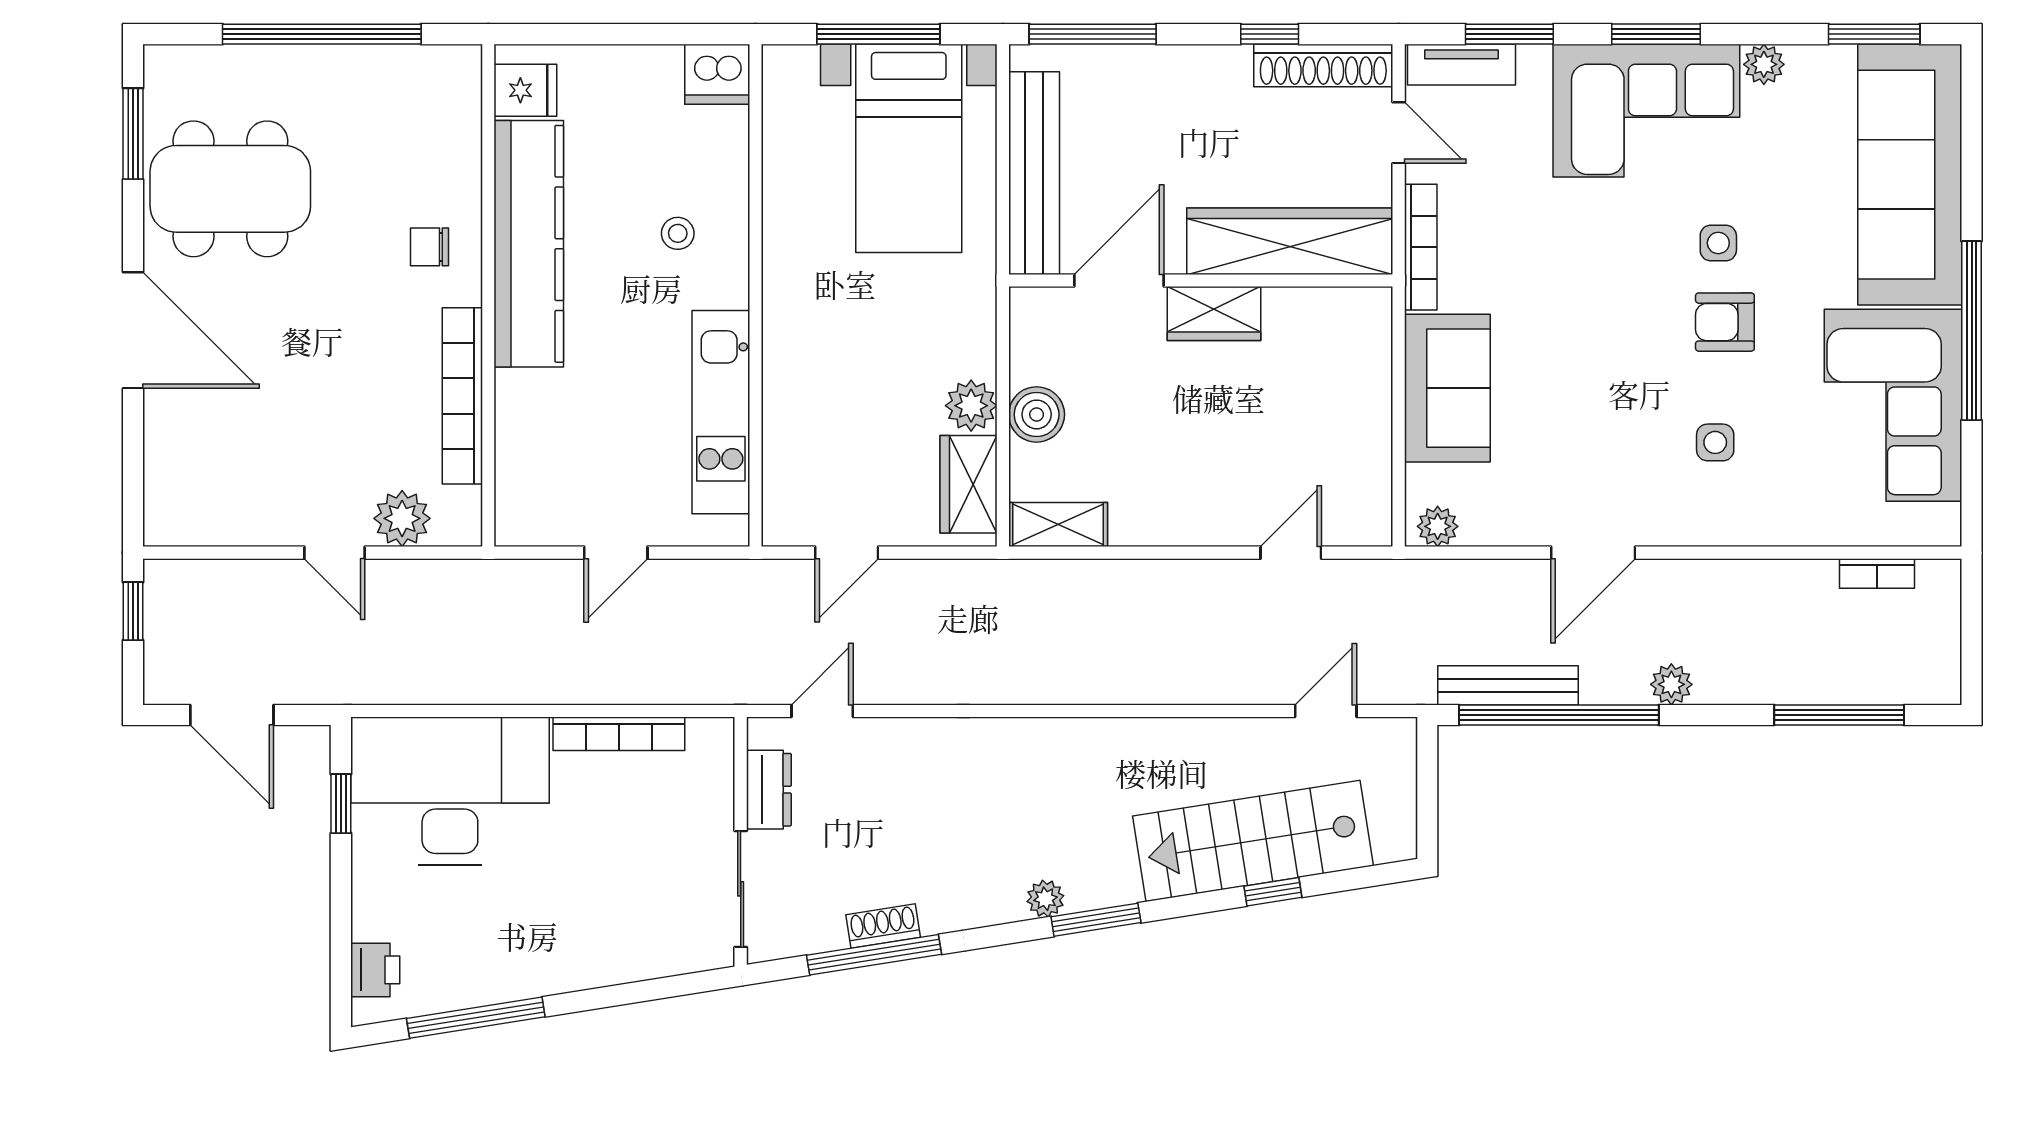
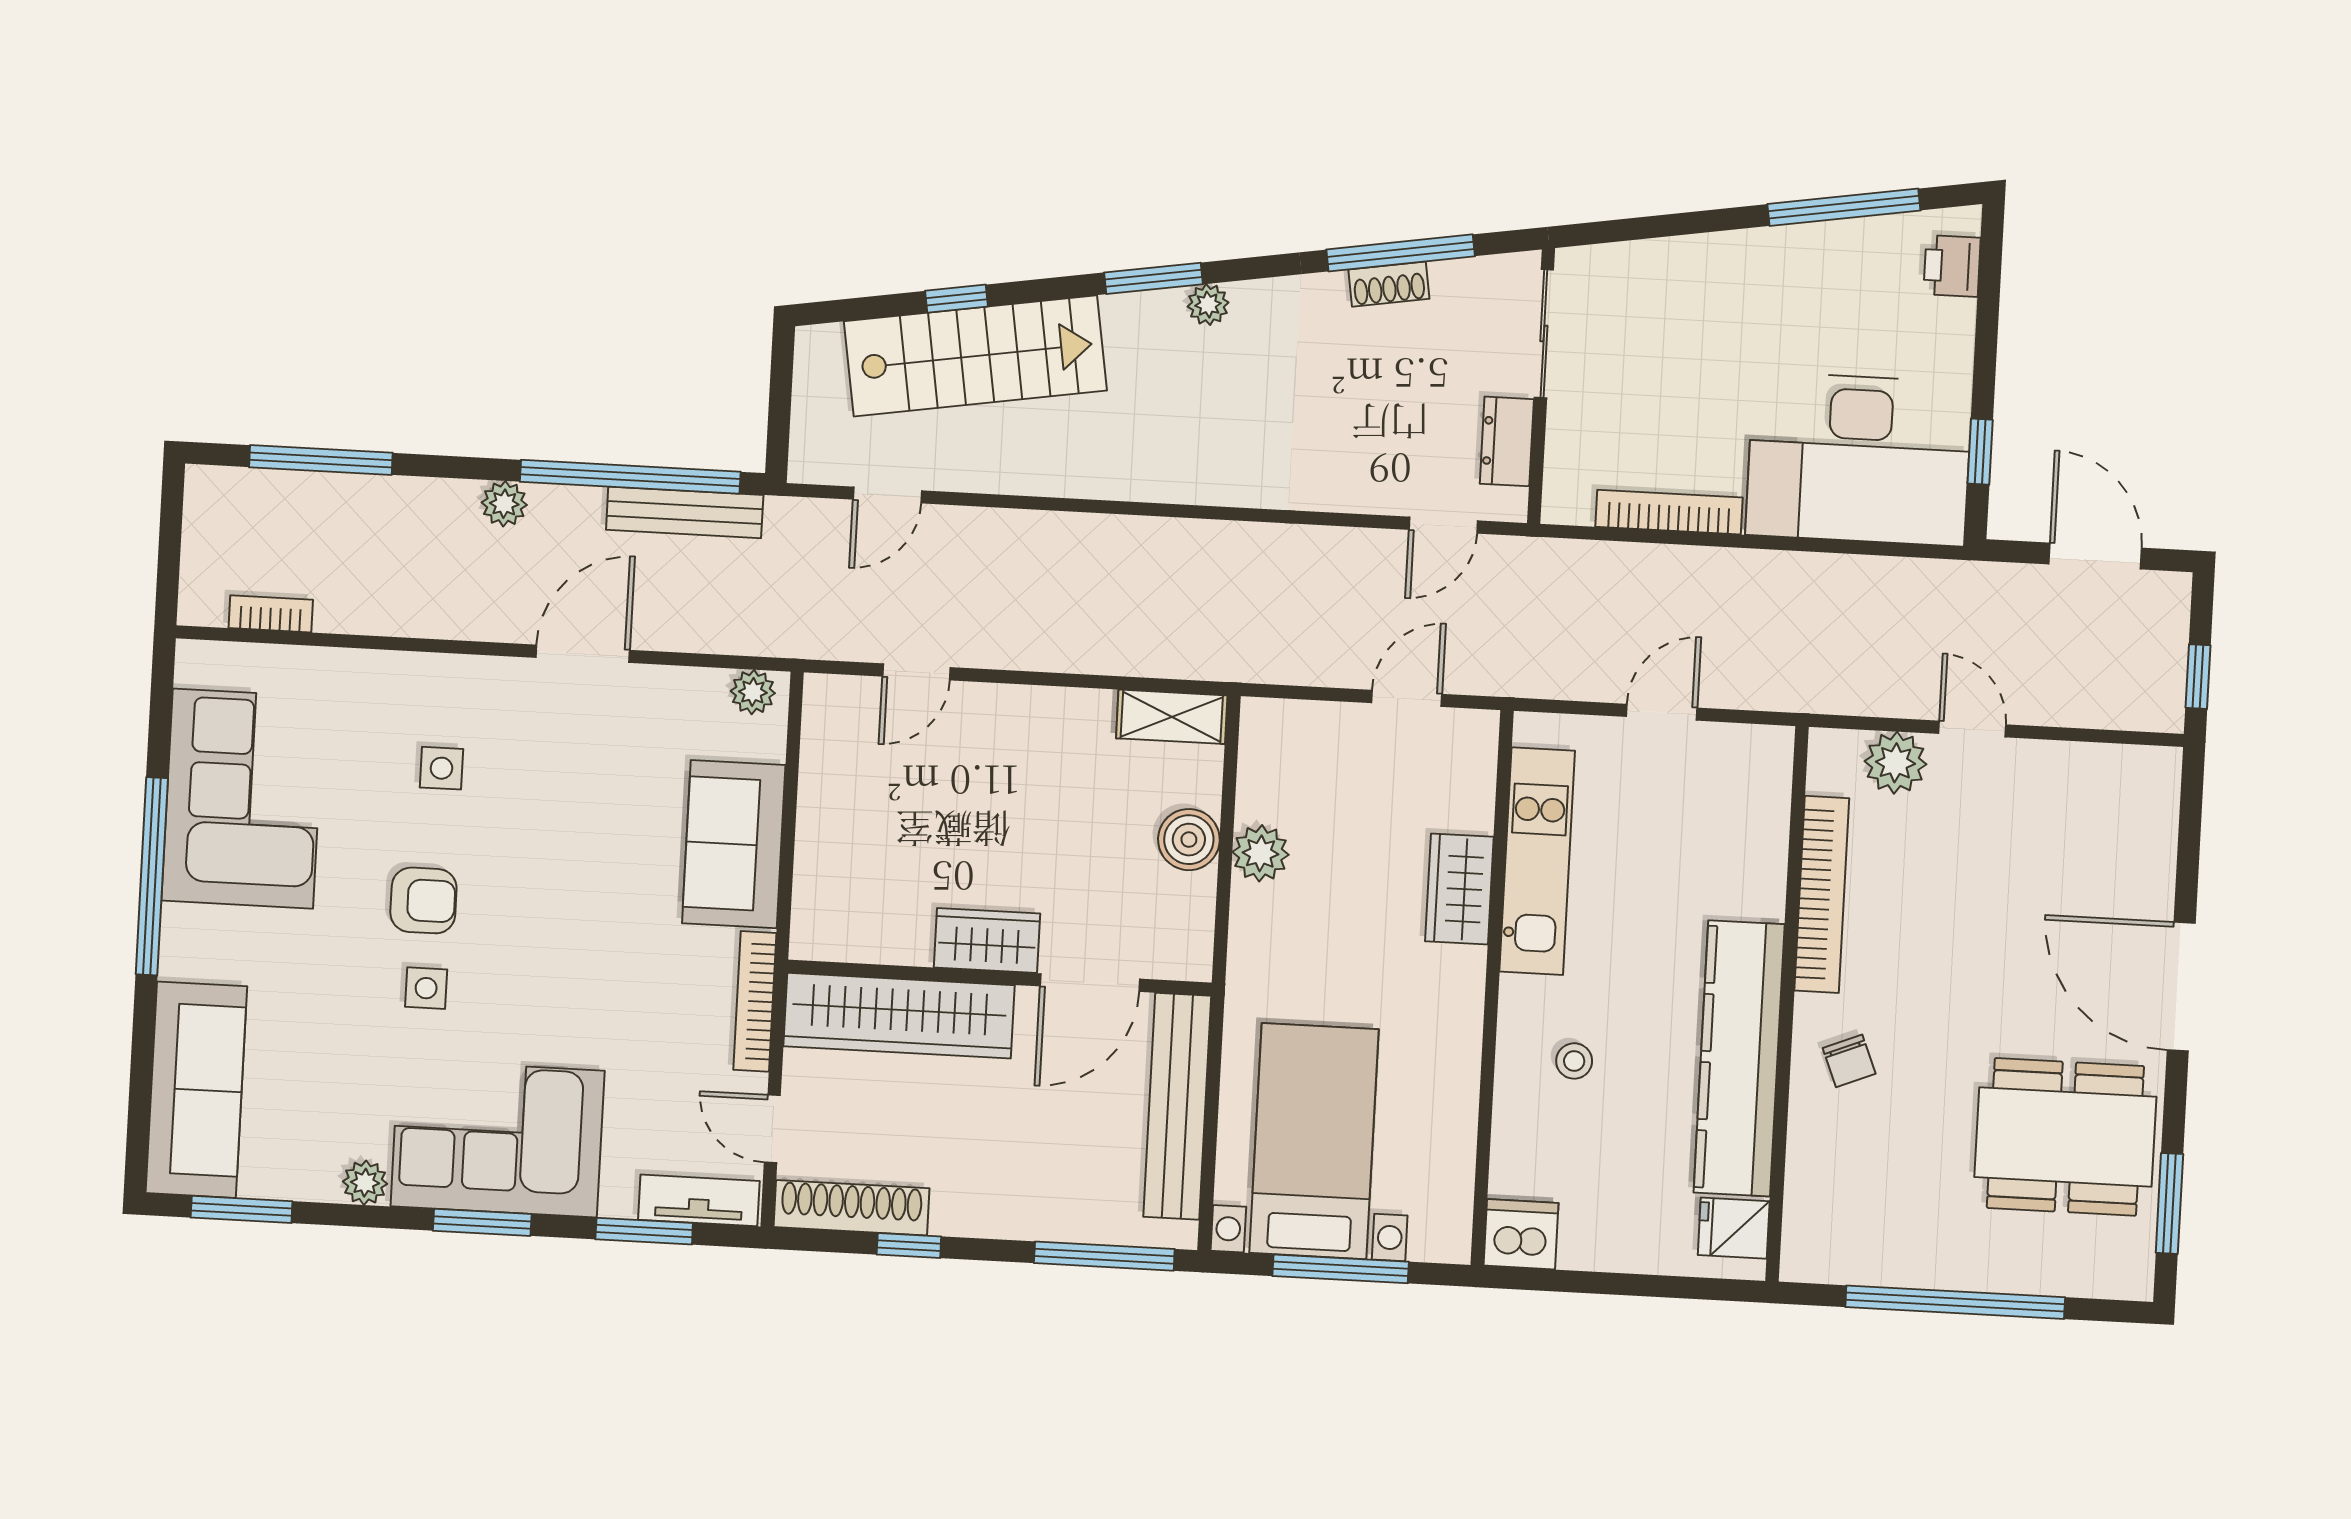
sofa: (1910, 175) -> (196, 1090), width x0.74, depth x0.79
chair: (429, 247) -> (1849, 1061), turned 68
wardrobe: (969, 484) -> (1459, 889), moved, turned 180

